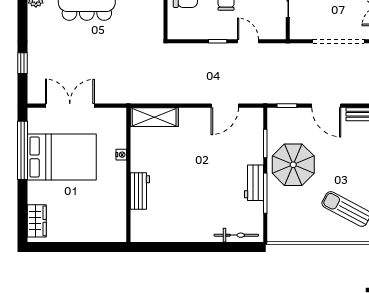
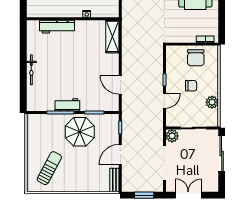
plant: (299, 30) -> (172, 136), added
workbench: (140, 191) -> (57, 27), width x1.38
bicycle: (236, 235) -> (31, 70), moved

